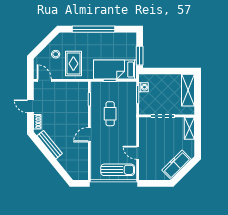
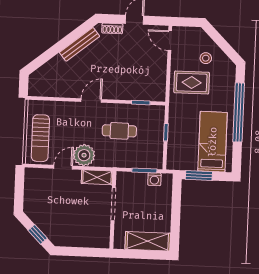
bed: (115, 70) -> (213, 142), moved
door: (44, 80) -> (170, 41), swing flipped
shelving: (189, 128) -> (97, 177), moved
door: (89, 135) -> (91, 100), hinge flipped
plant: (129, 138) -> (84, 155), added
freezer: (177, 165) -> (44, 221), removed
window: (186, 169) -> (38, 234), added

